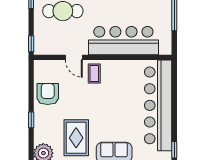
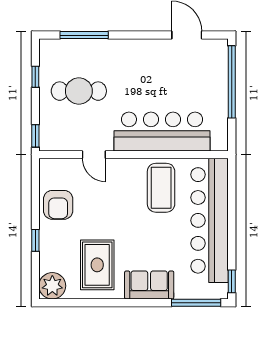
coffee table: (94, 74) -> (161, 188), moved, width x1.86, depth x1.72
armchair: (48, 94) -> (58, 205), turned 180

